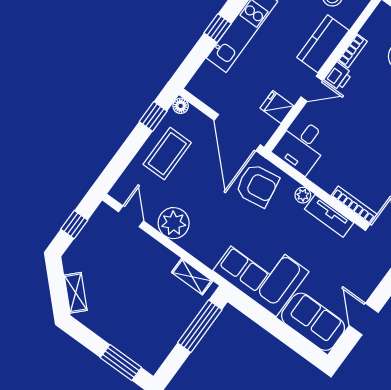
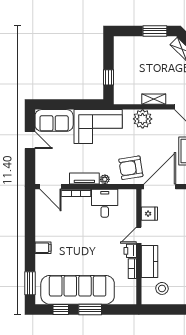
door: (237, 133) -> (160, 187), hinge flipped
desk: (301, 146) -> (105, 203), moved
plant: (174, 223) -> (143, 119), moved
shelving: (192, 277) -> (154, 99), moved
window: (200, 326) -> (108, 77), width x0.46
window: (121, 362) -> (155, 31), moved

